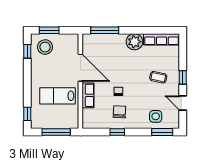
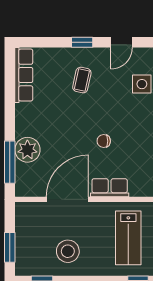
plant: (134, 42) -> (27, 150), moved
stool: (45, 47) -> (68, 251), moved
lab bench: (57, 96) -> (128, 238), moved
chair: (119, 112) -> (135, 140), removed

